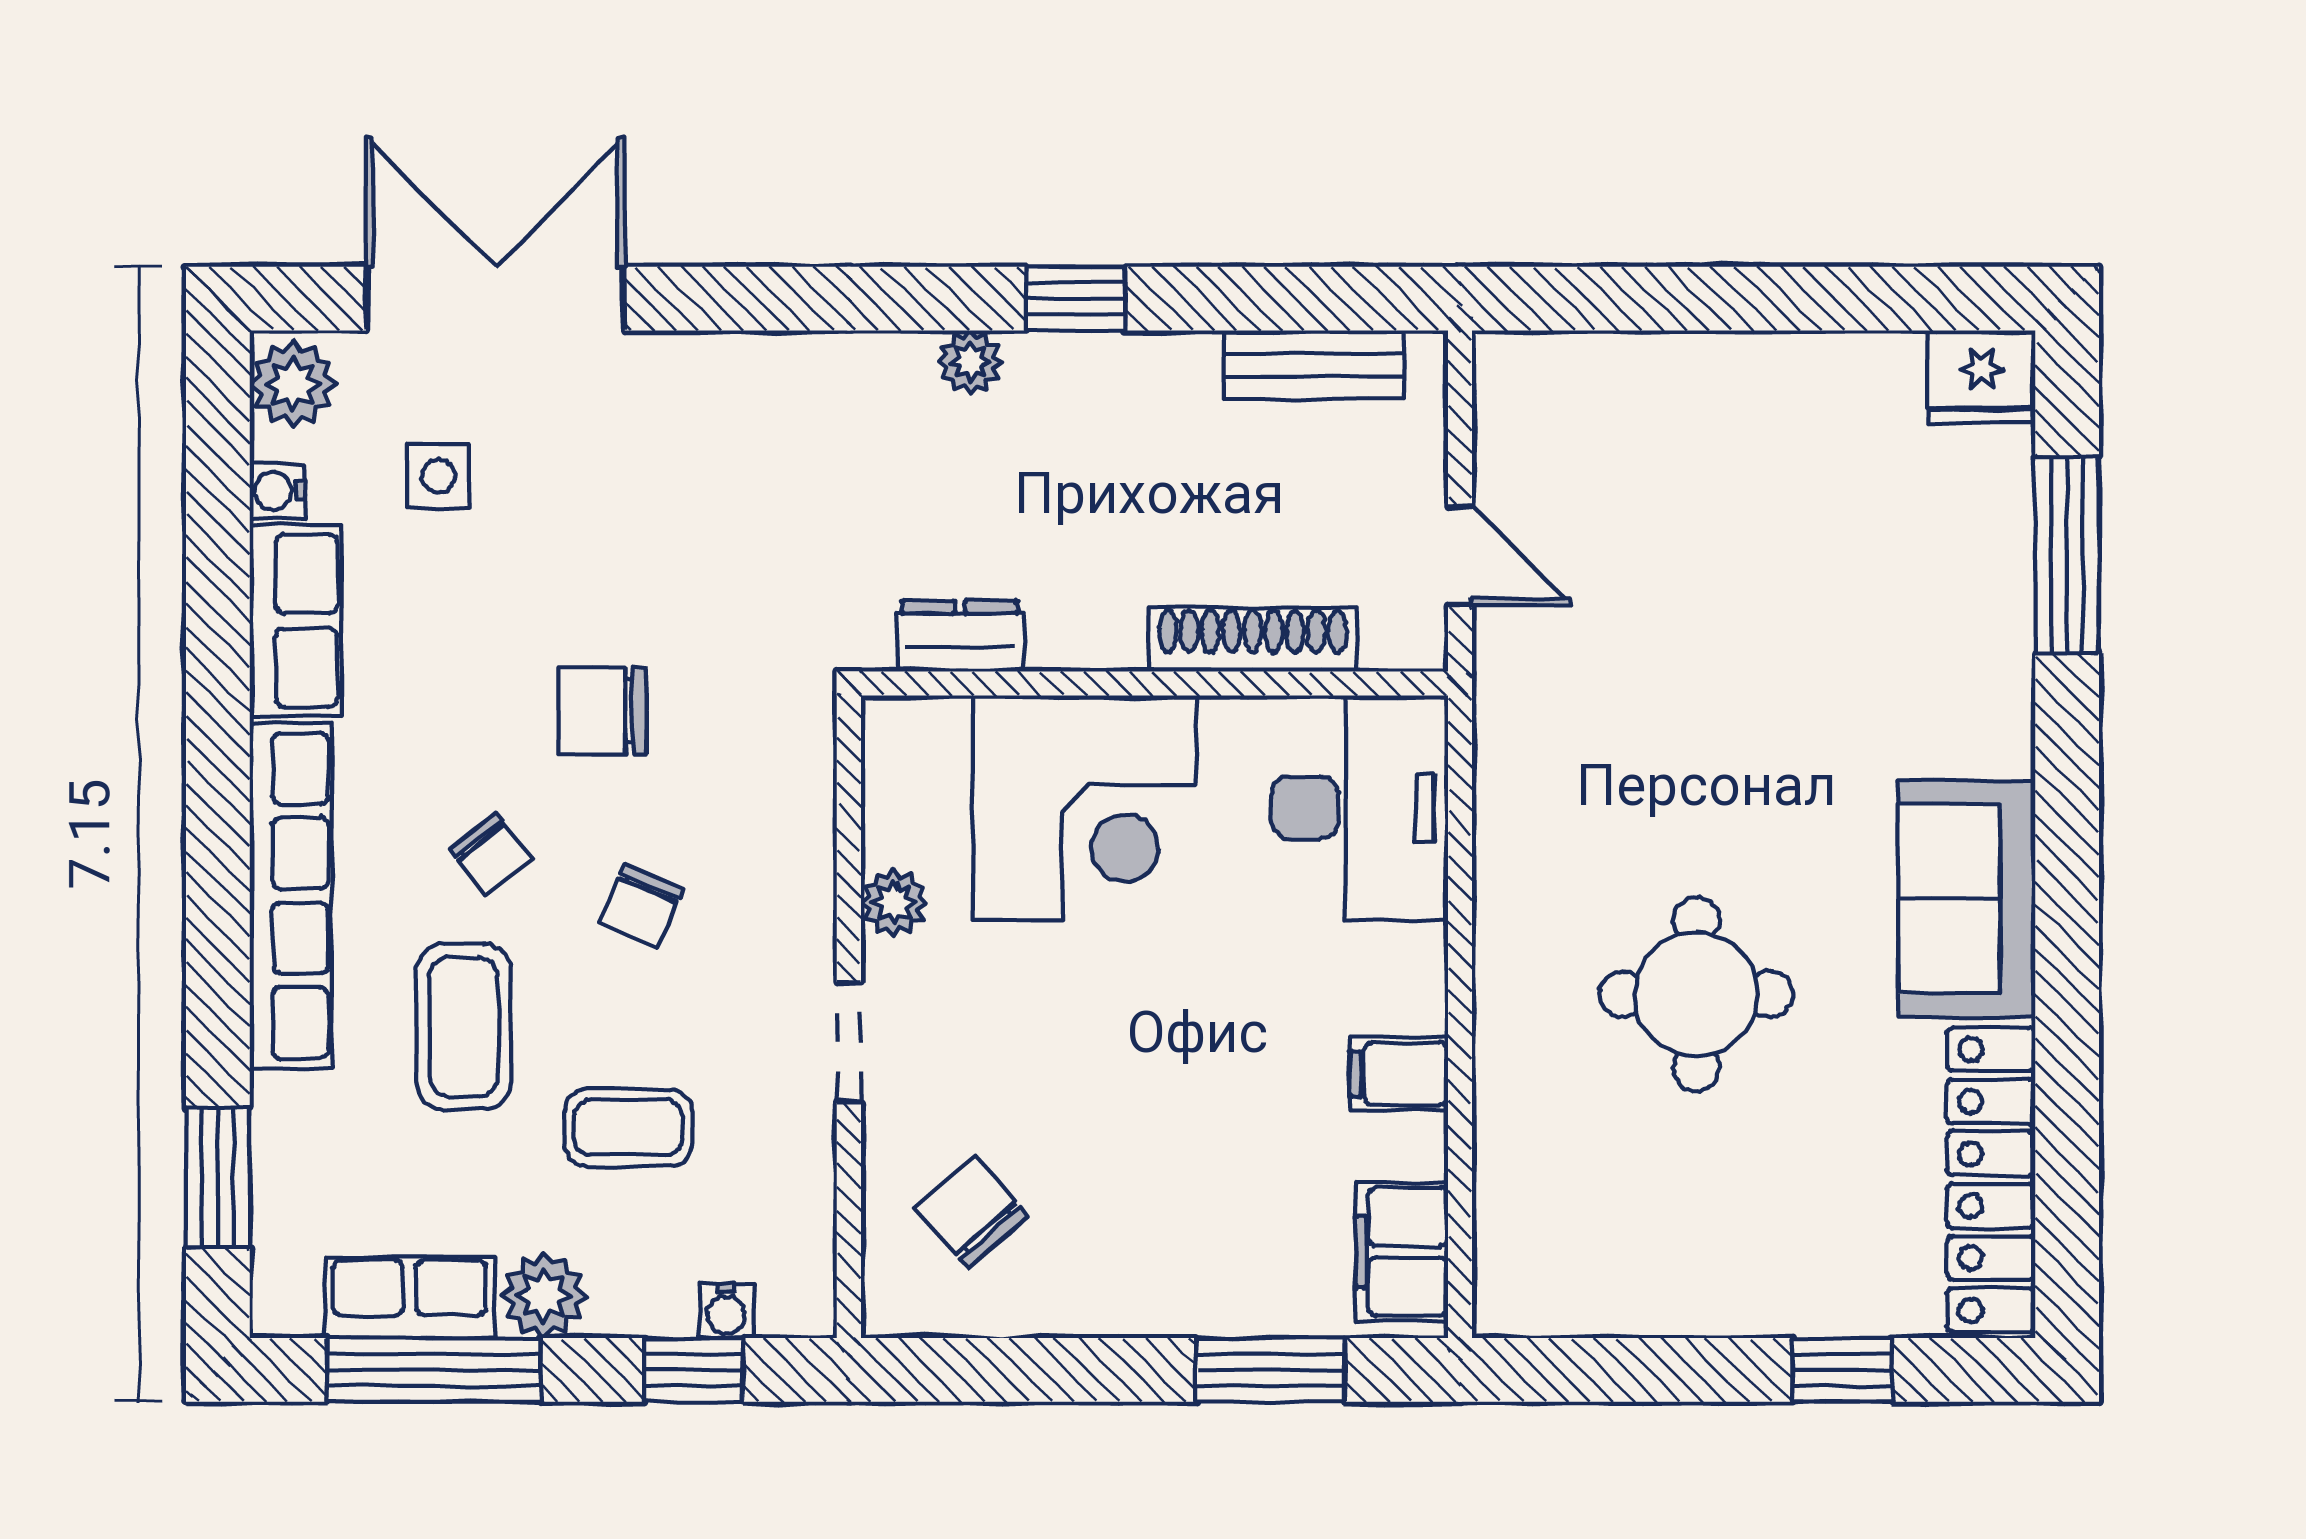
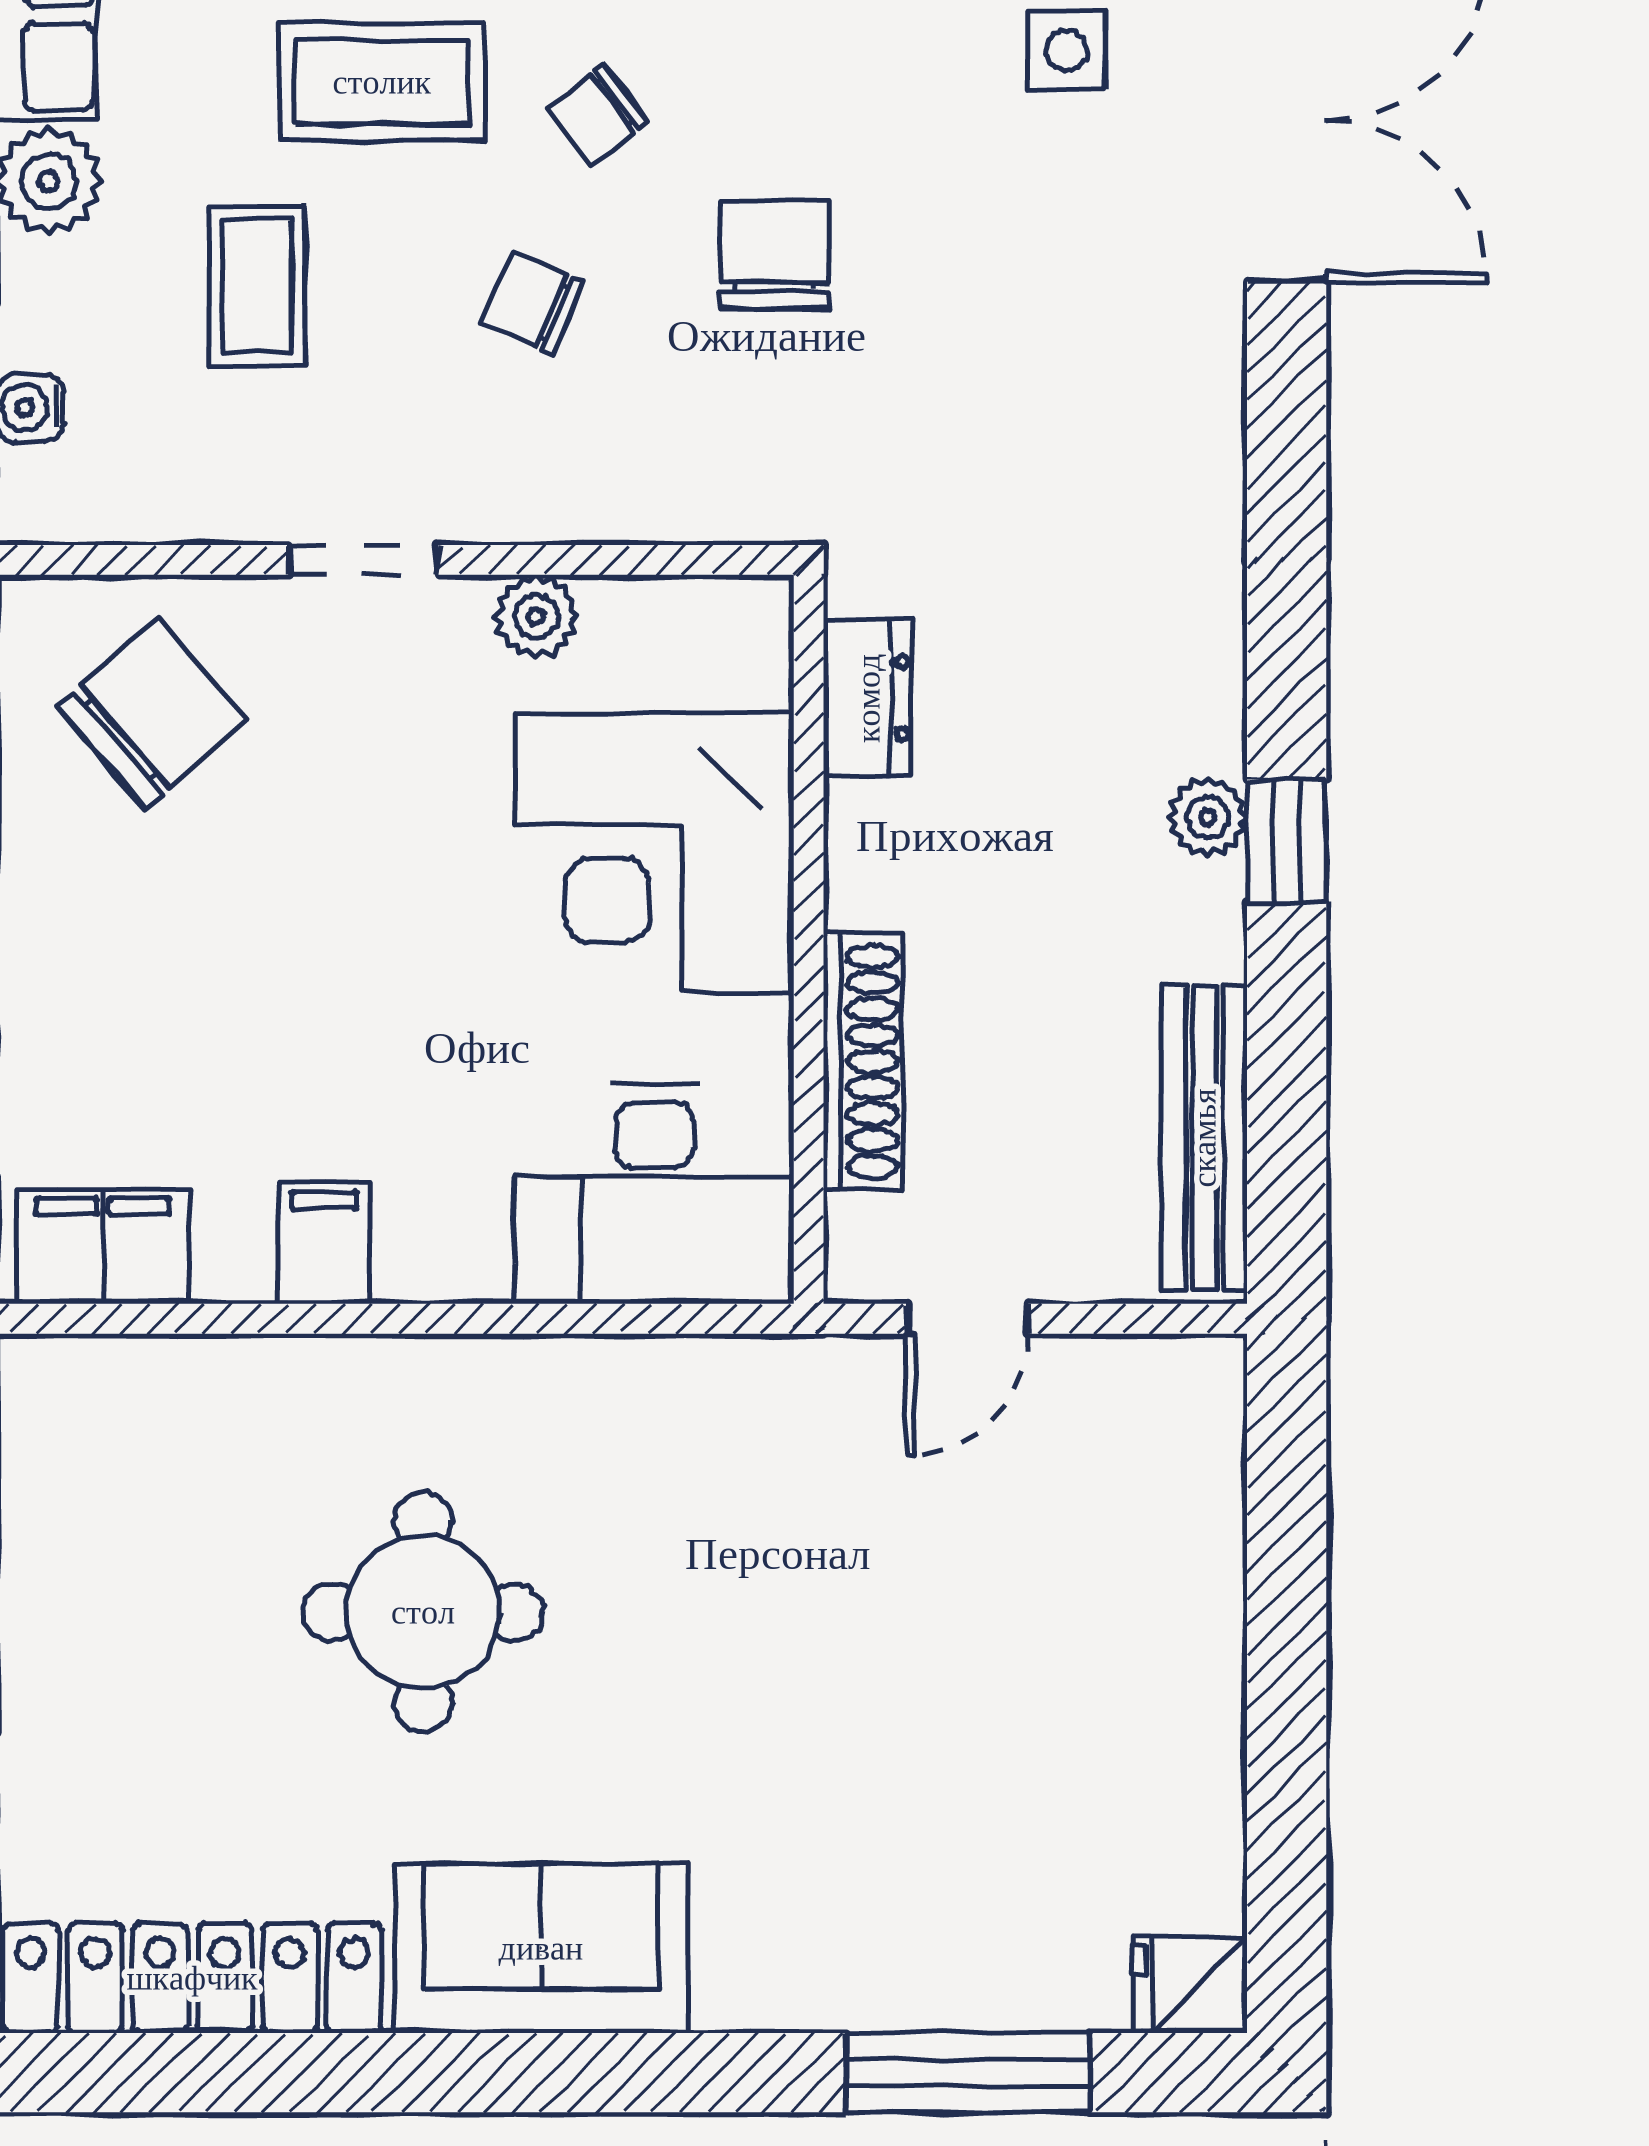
plant: (970, 362) -> (1208, 817), moved
bench: (1314, 365) -> (1204, 1138), width x1.36
fridge: (1982, 377) -> (1190, 1985), width x0.72
chair: (972, 1212) -> (152, 713), width x1.37, depth x1.37

